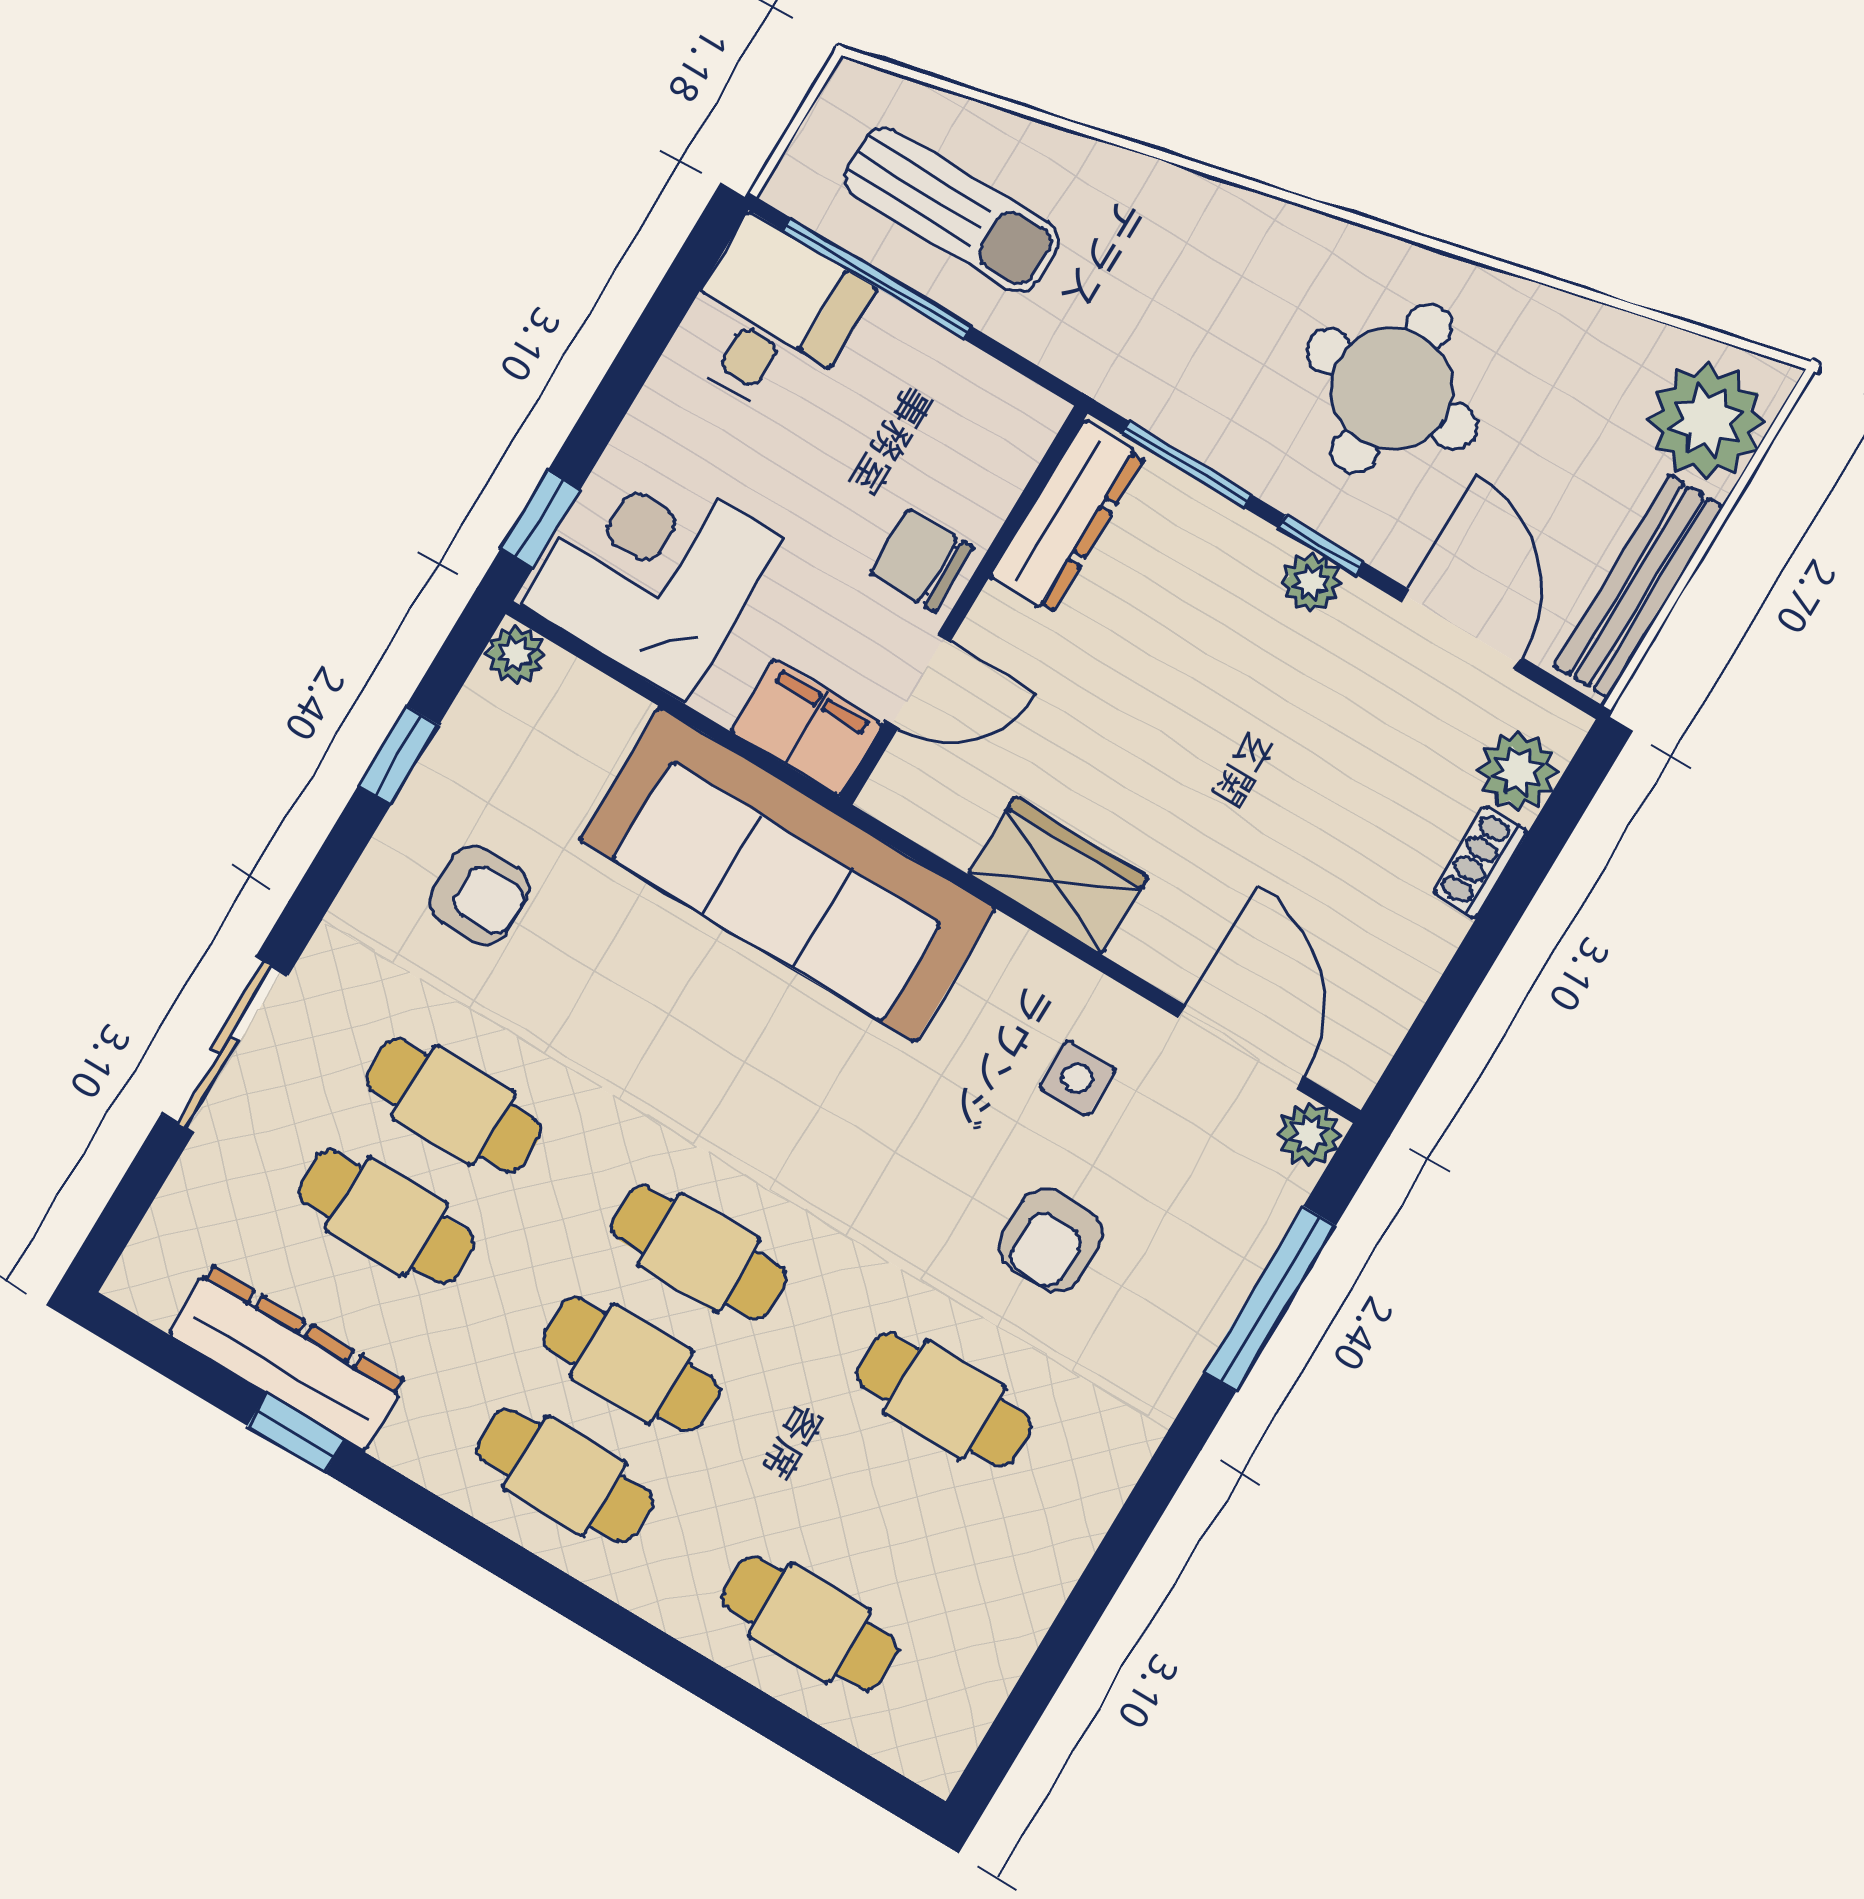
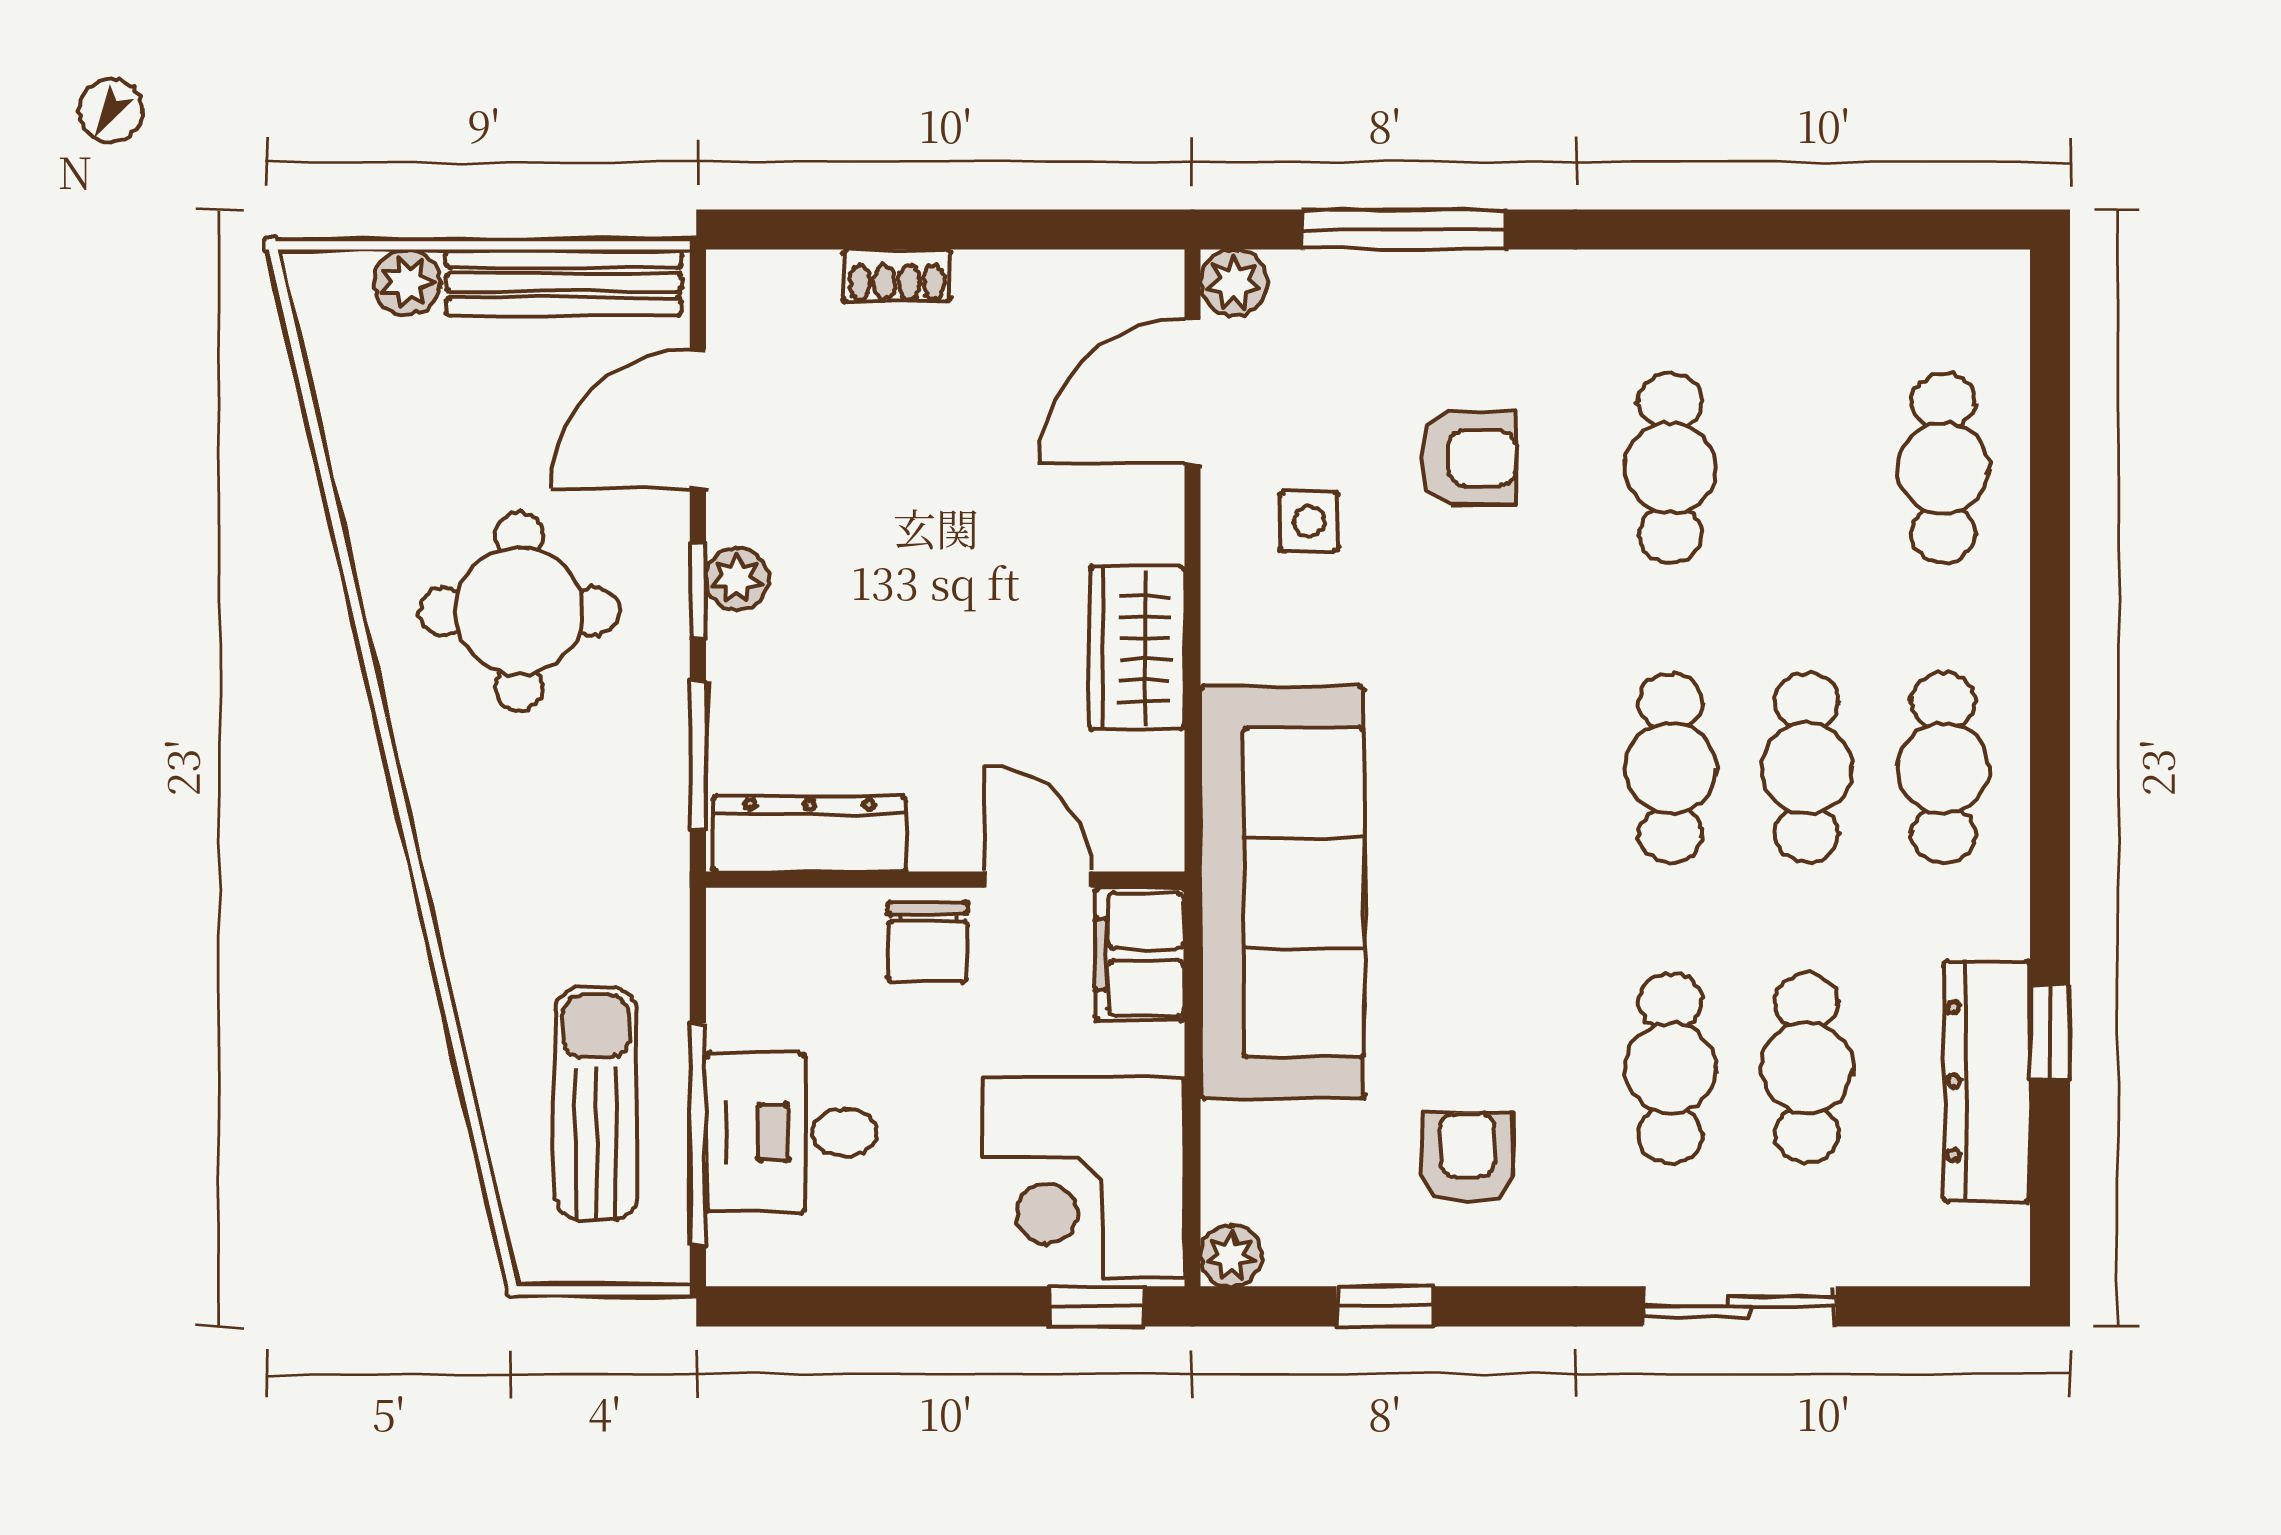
desk: (771, 319) -> (792, 1133), moved
plant: (1707, 421) -> (407, 282), width x0.53, depth x0.53
plant: (1518, 771) -> (794, 291), removed

